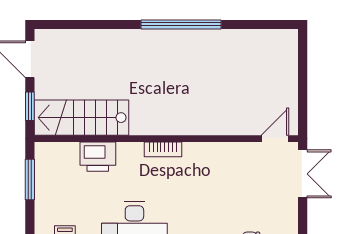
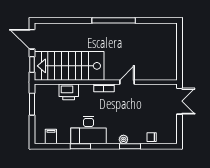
stairs: (81, 118) -> (69, 66), width x1.36, depth x1.51
door: (275, 139) -> (127, 82), moved

